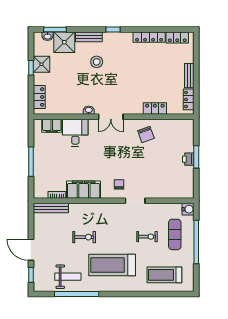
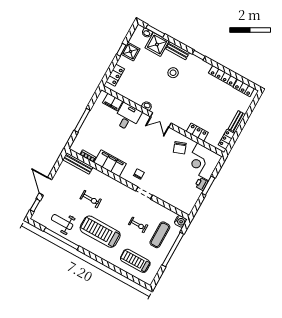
corner desk: (178, 136) -> (203, 162), added
weight bench: (68, 277) -> (62, 222), turned 180

